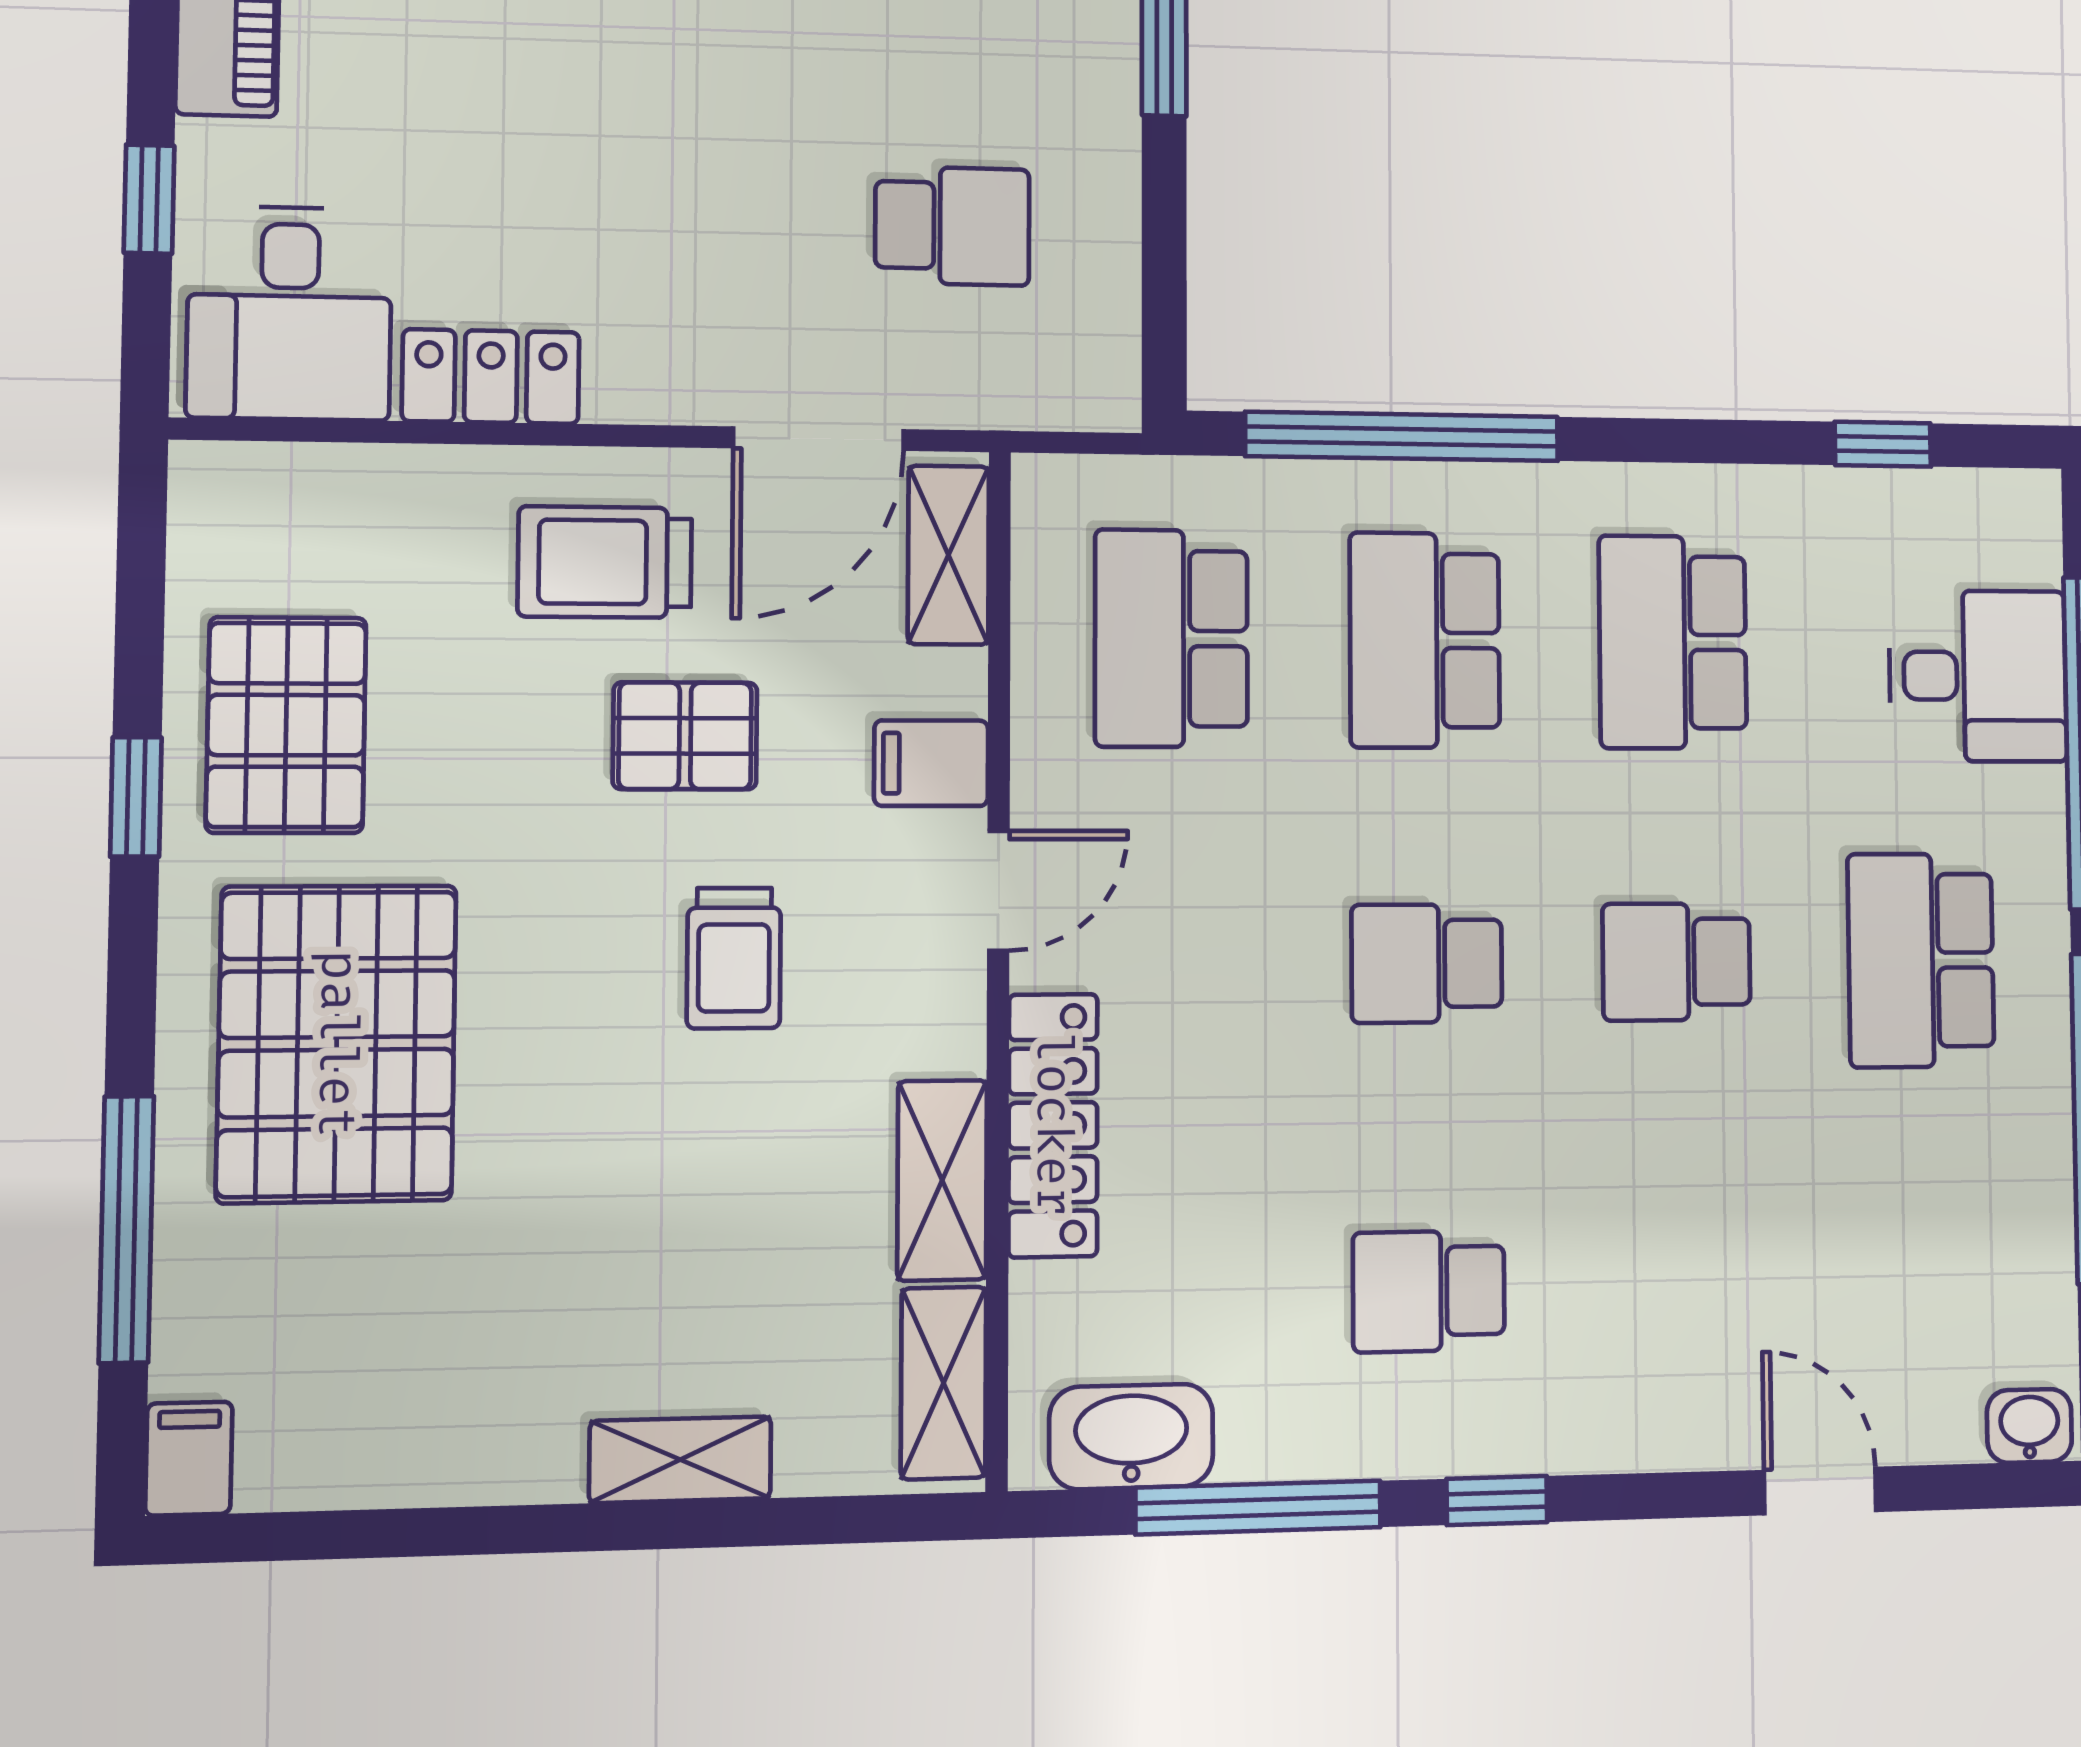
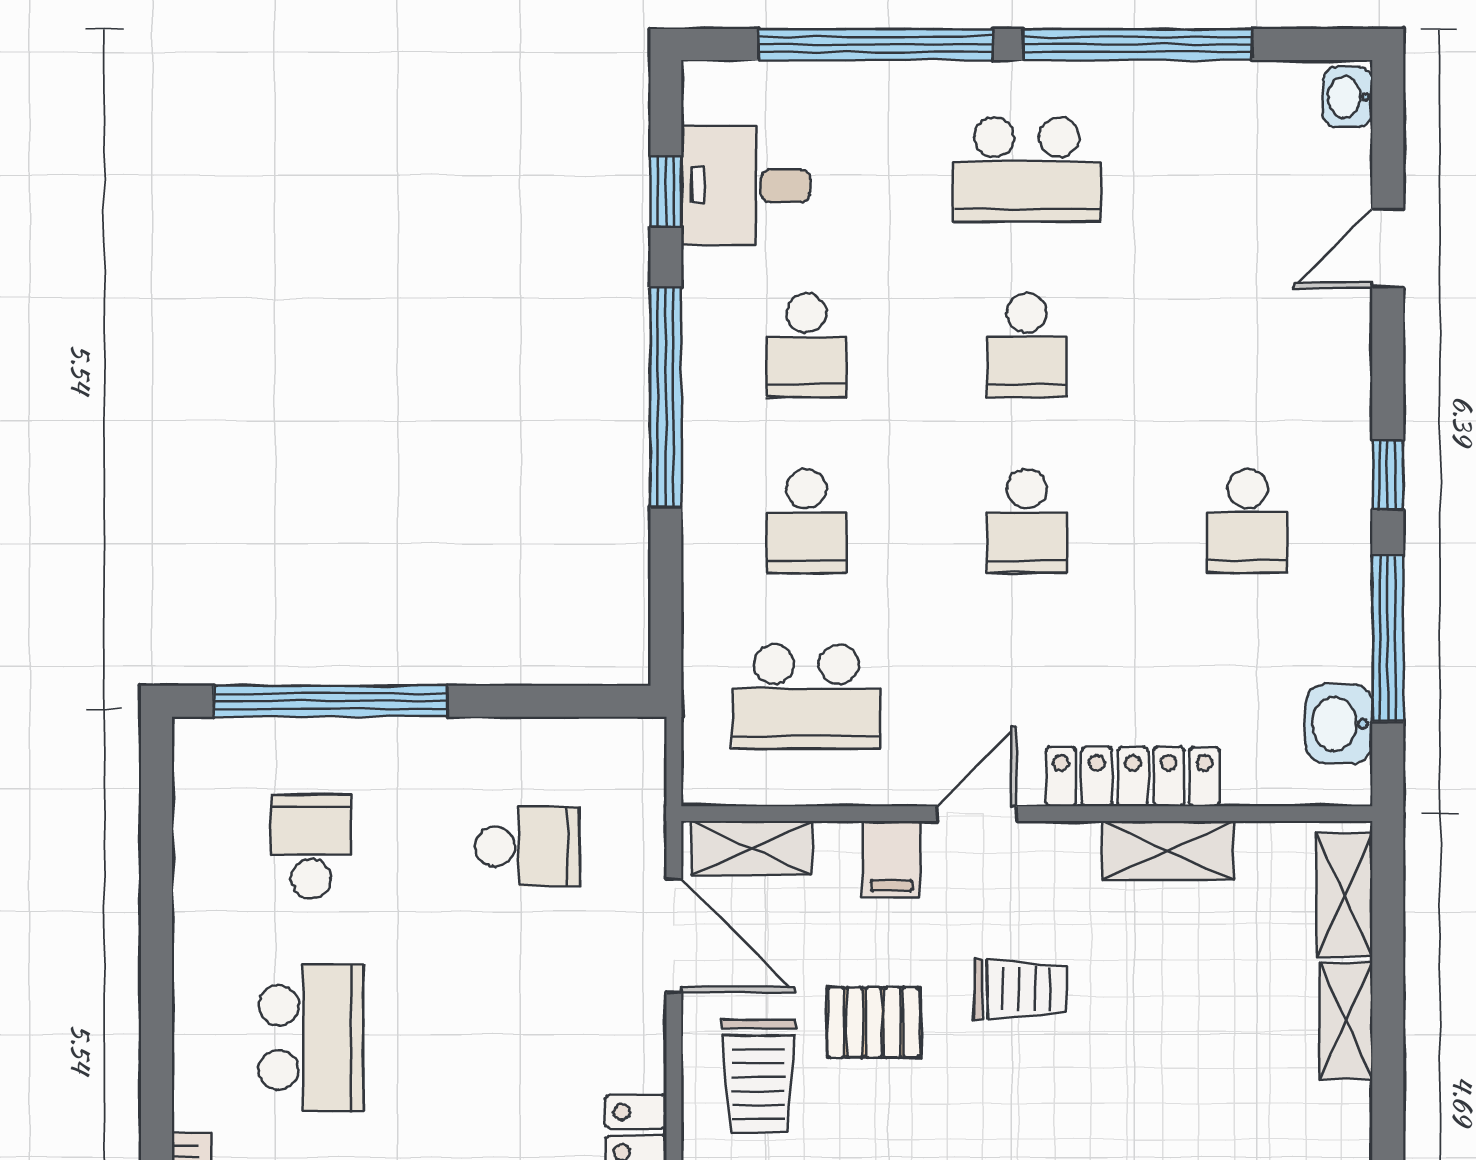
school desk: (952, 226) -> (527, 846), turned 90
window: (1402, 436) -> (666, 397), moved
school desk: (1425, 640) -> (806, 521), width x0.54
school desk: (1673, 642) -> (806, 345), width x0.54
desk: (1978, 676) -> (746, 186), moved, turned -90
pallet: (685, 736) -> (874, 1022), turned 90
door: (998, 891) -> (977, 814), hinge flipped
shelving: (943, 1383) -> (1344, 895), moved, turned 90
washbasin: (1131, 1437) -> (1339, 724), width x0.72

